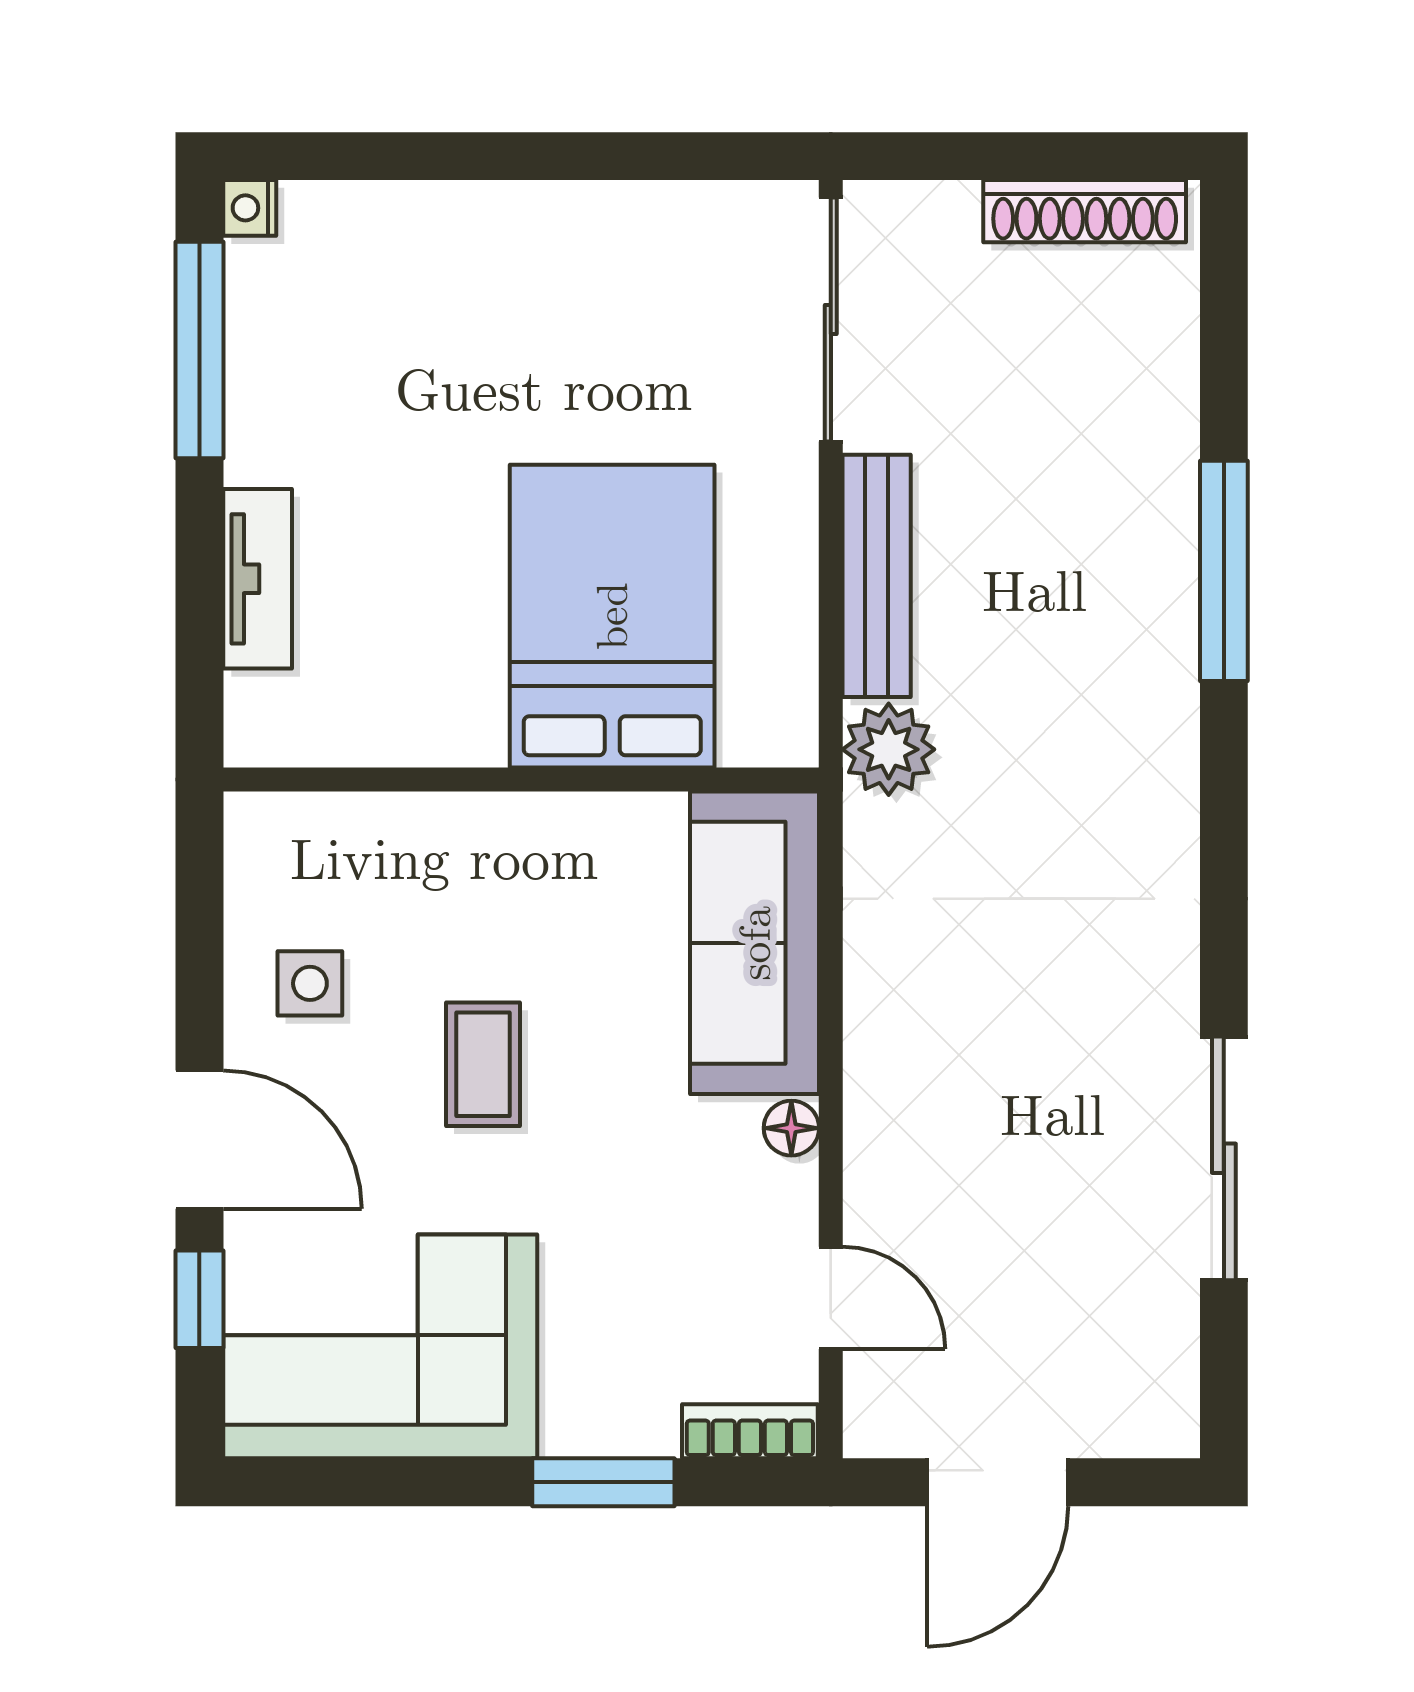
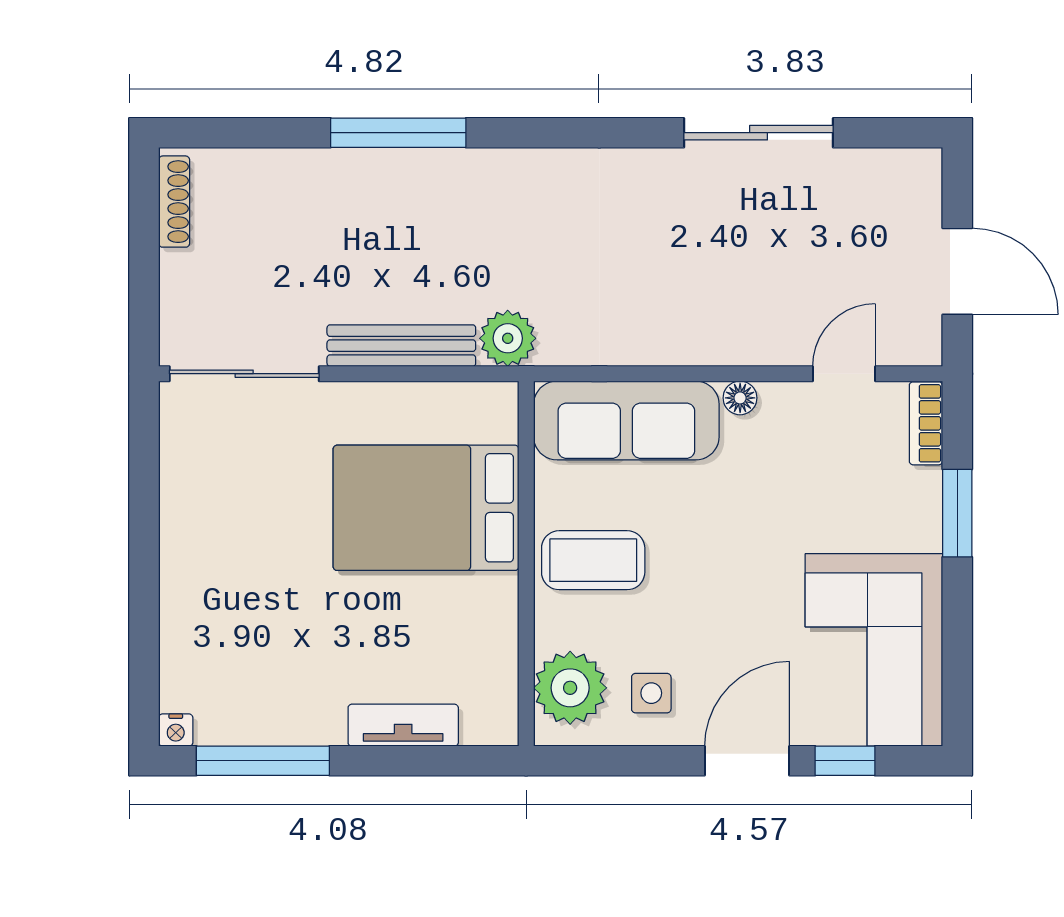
shoe rack: (1085, 211) -> (174, 202), width x0.74, depth x0.81
plant: (319, 851) -> (570, 688), added
coffee table: (483, 1064) -> (593, 560), moved, width x1.36, depth x1.30

